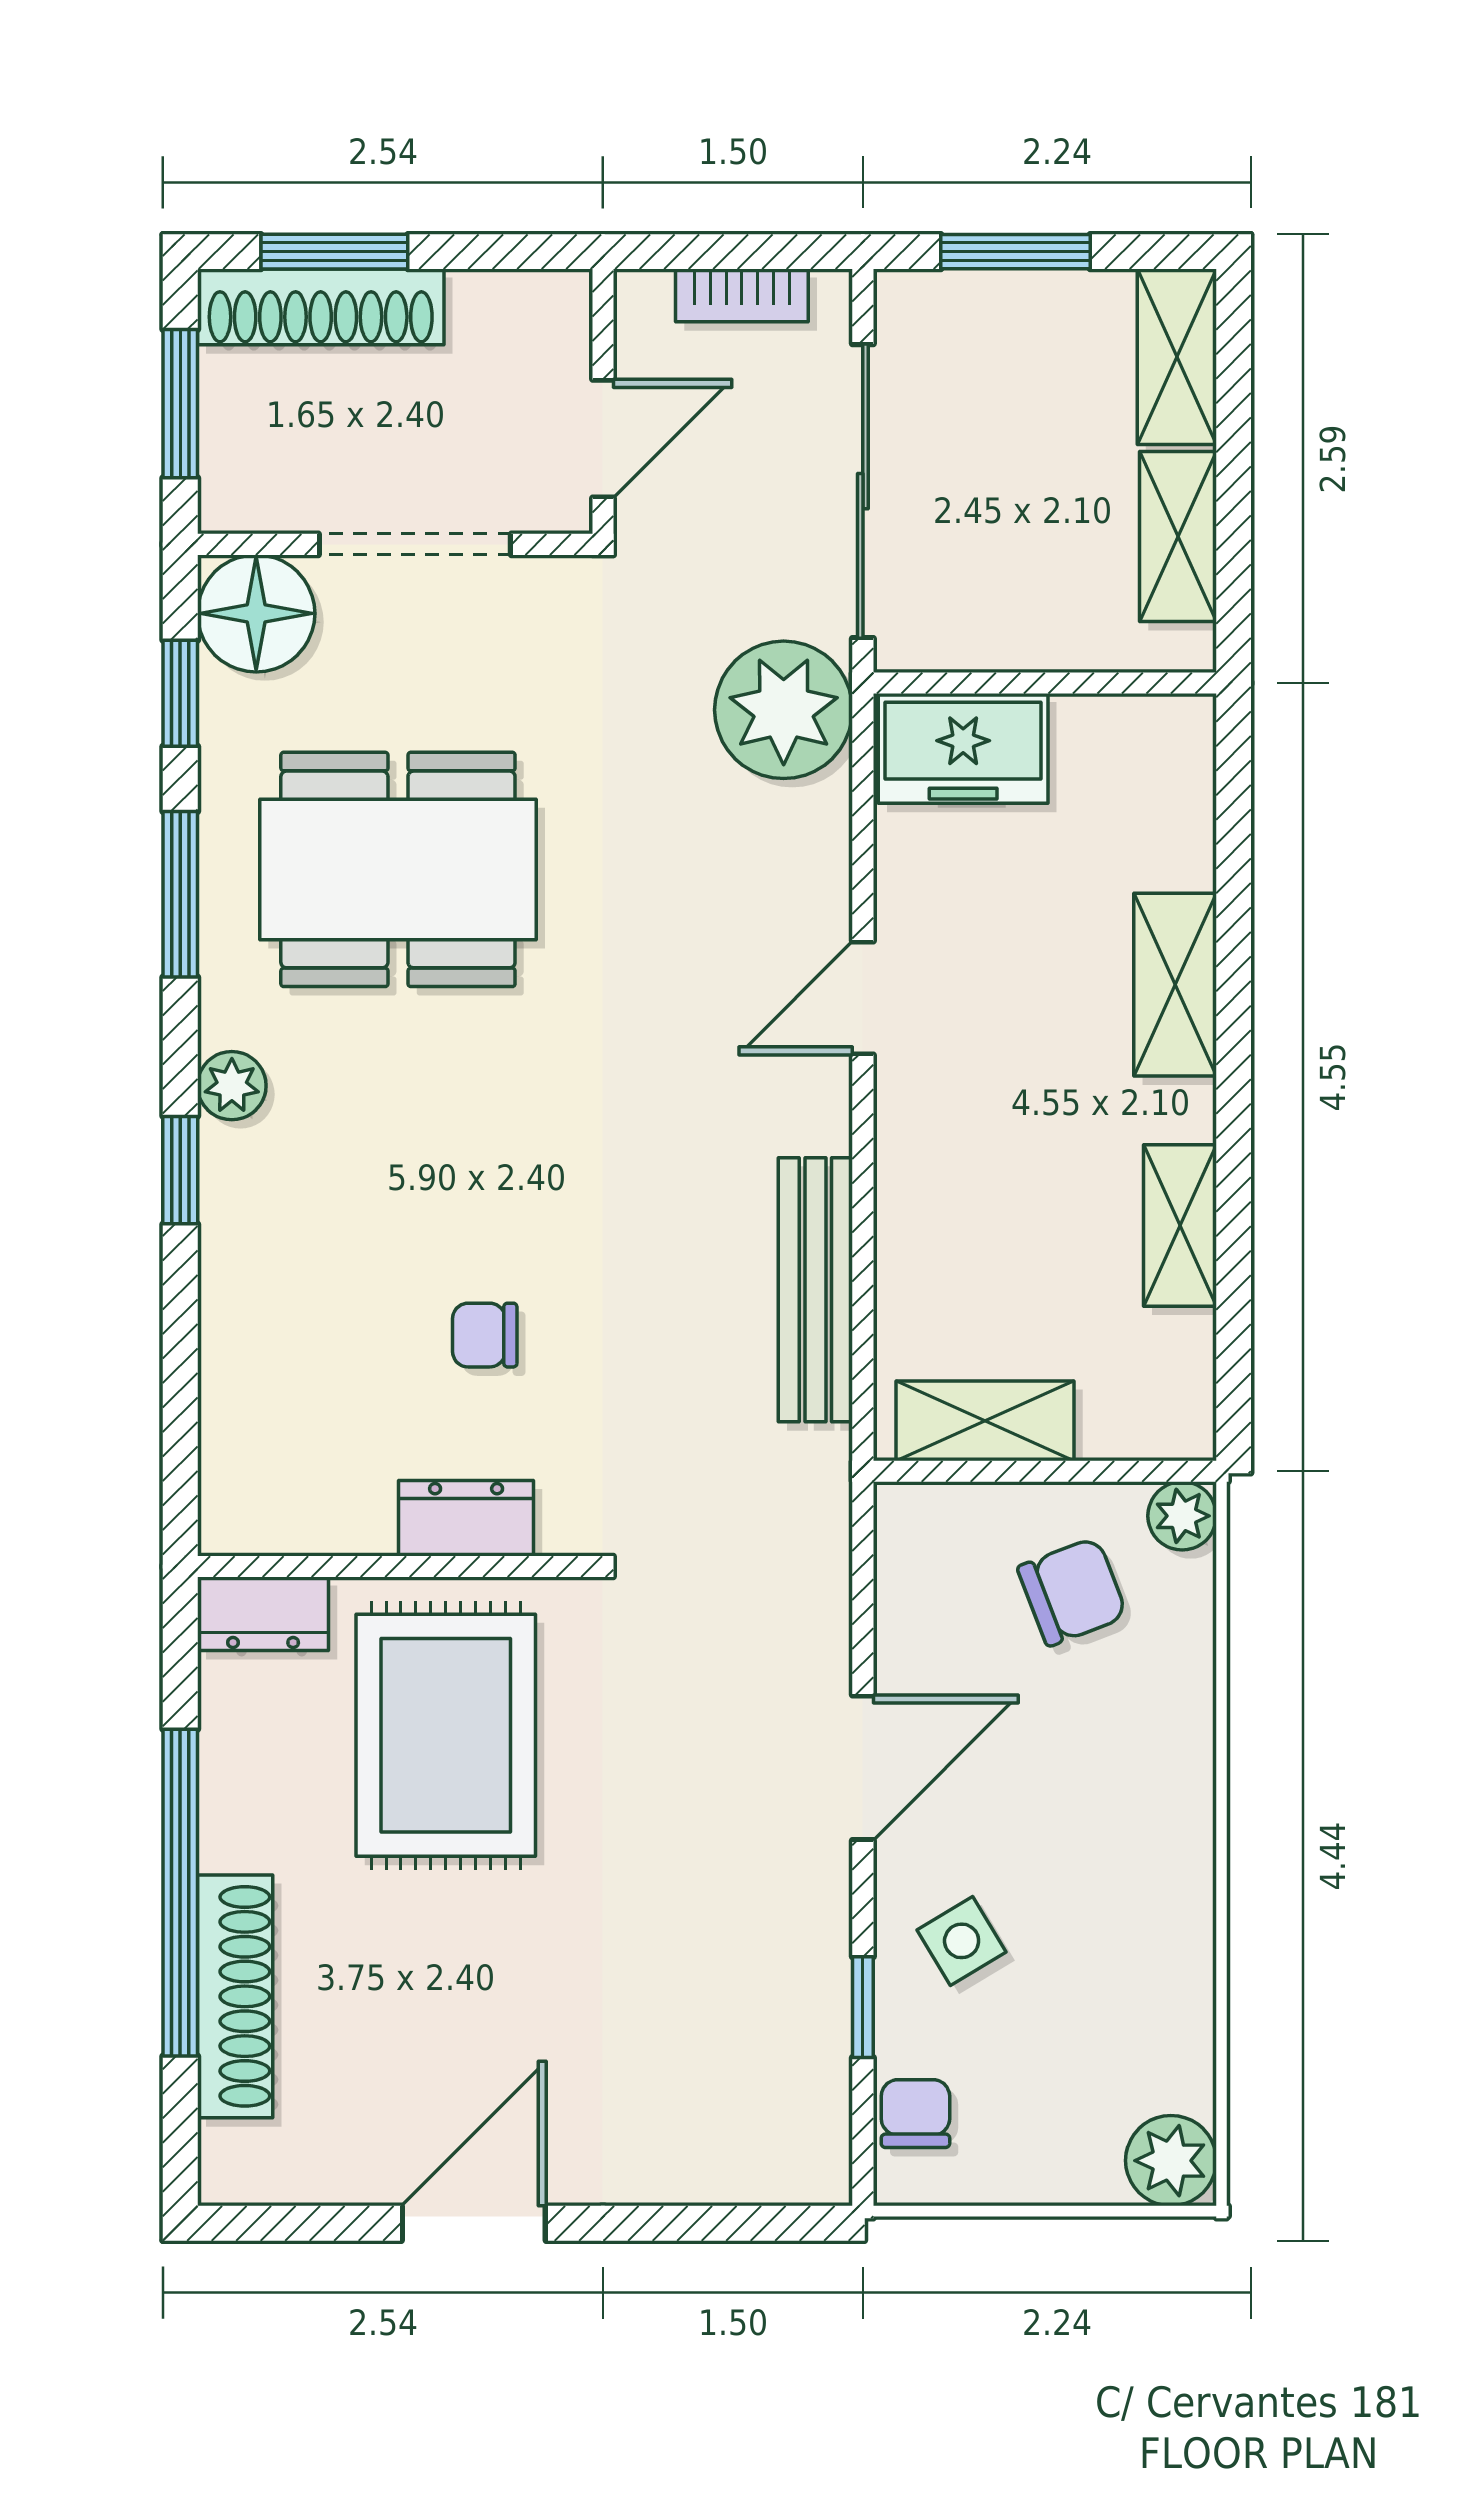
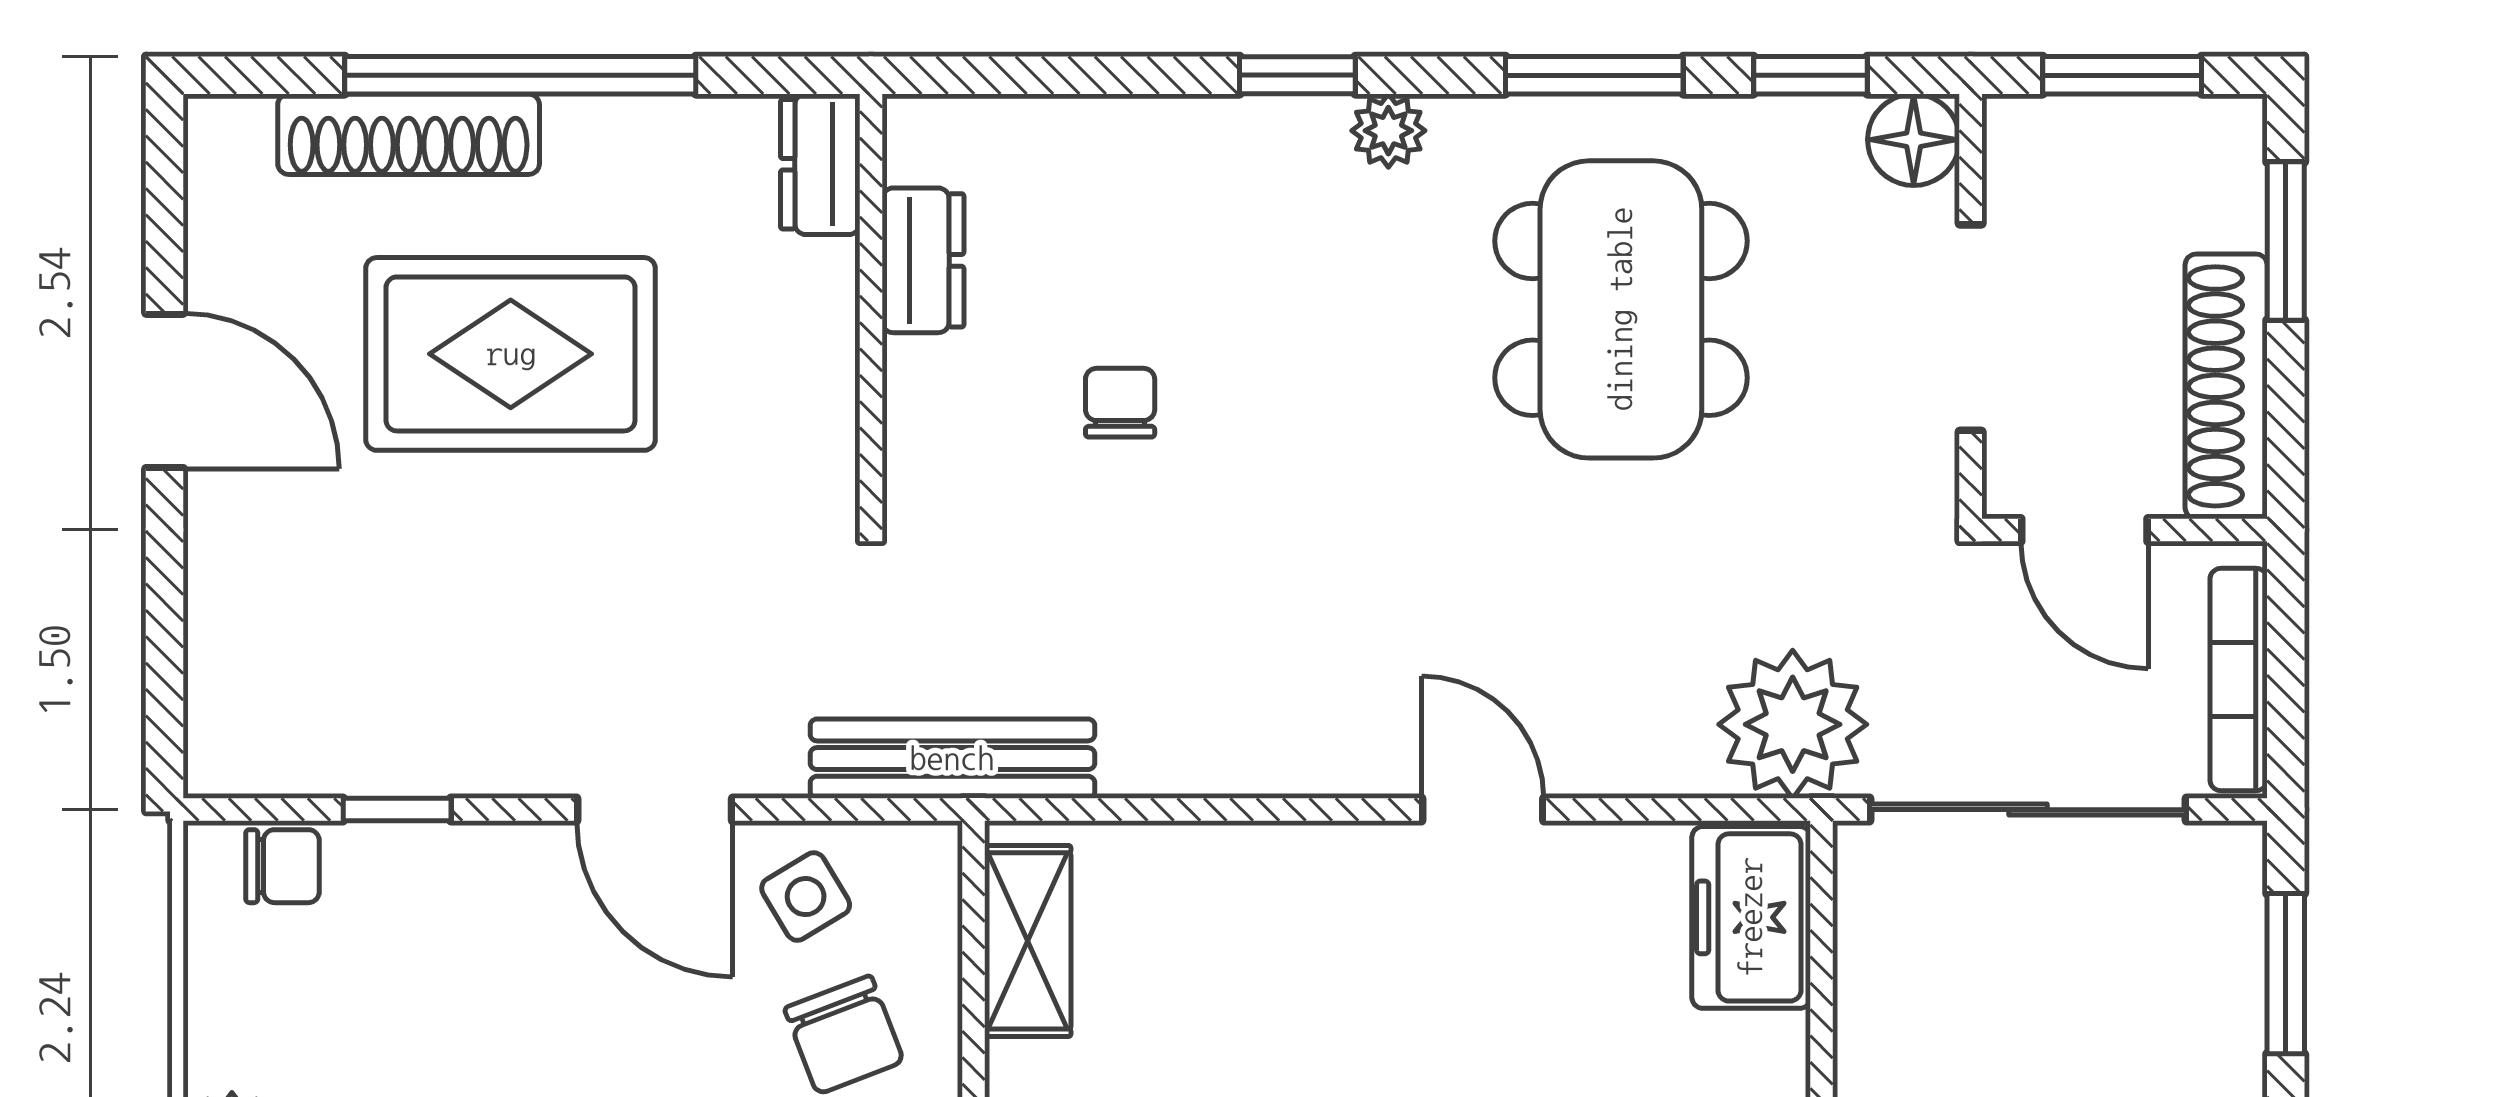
bookcase: (742, 295) -> (2239, 680), width x1.56
shoe rack: (321, 307) -> (2226, 386), moved
floor lamp: (256, 613) -> (1914, 140), width x0.73, depth x0.73
bench: (815, 1290) -> (952, 759), moved
dresser: (466, 1518) -> (923, 260), moved
rug: (446, 1735) -> (511, 354), moved
side table: (962, 1941) -> (806, 897), moved

